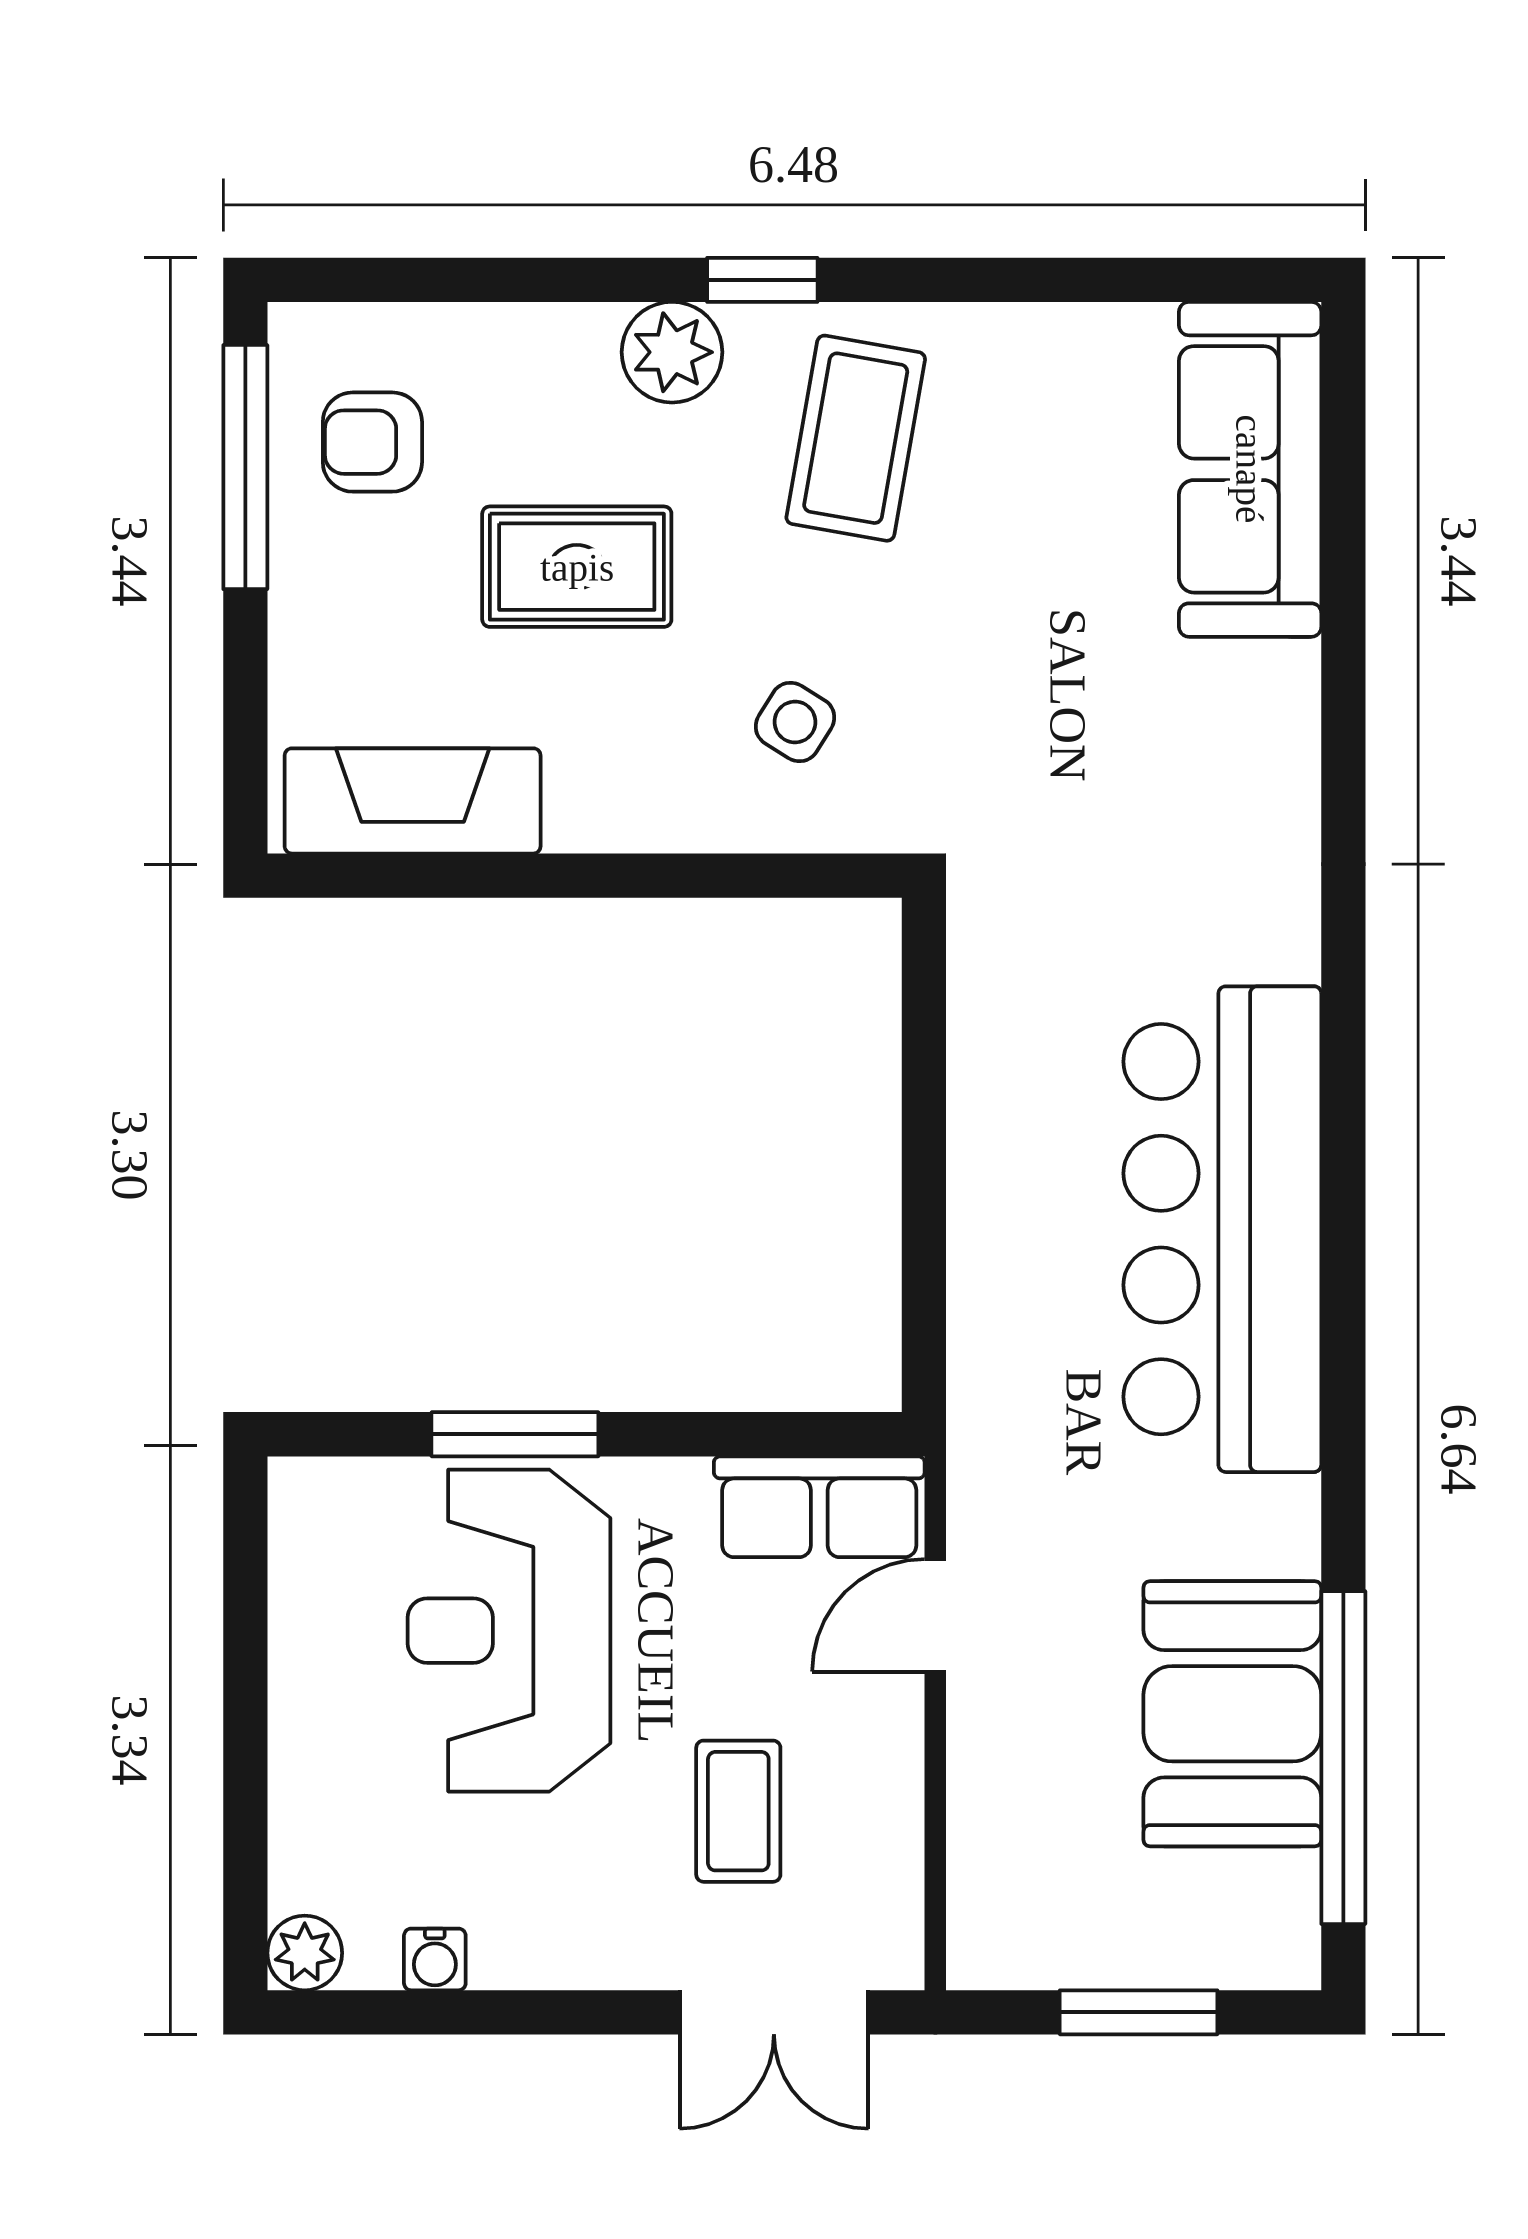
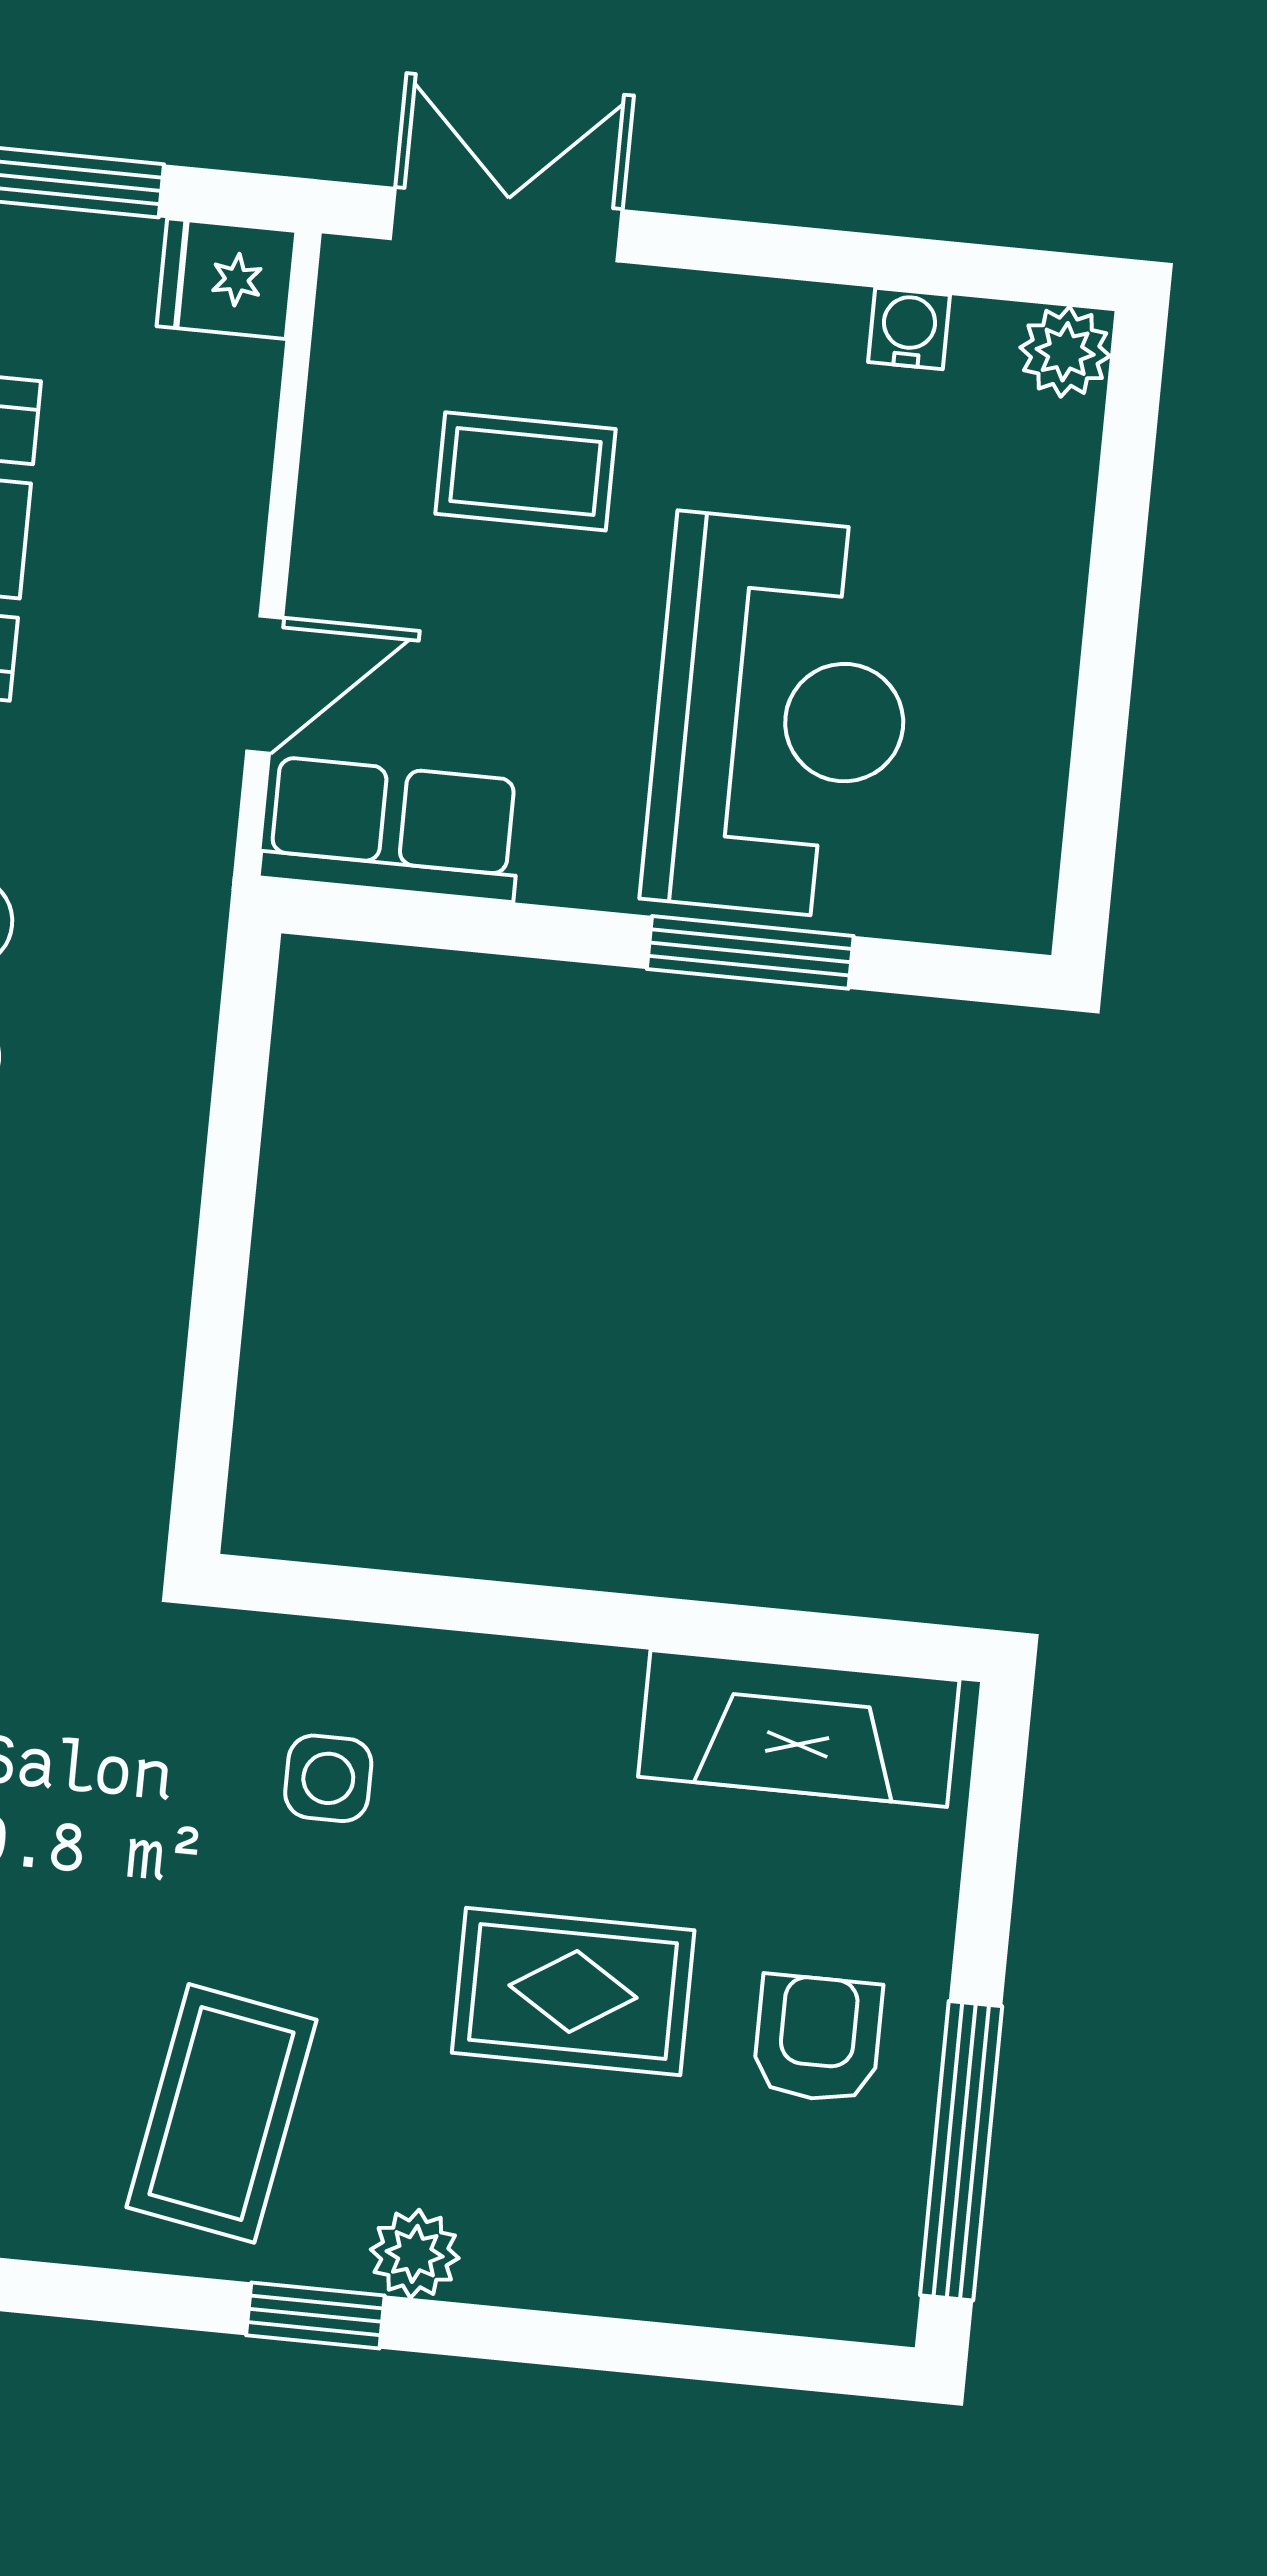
plant: (672, 352) -> (415, 2254), width x0.73, depth x0.73
armchair: (372, 442) -> (818, 2039), moved, turned -90
side table: (795, 722) -> (328, 1778), turned -32
coffee table: (738, 1811) -> (525, 471), turned 90
fridge: (999, 1945) -> (226, 279), added

